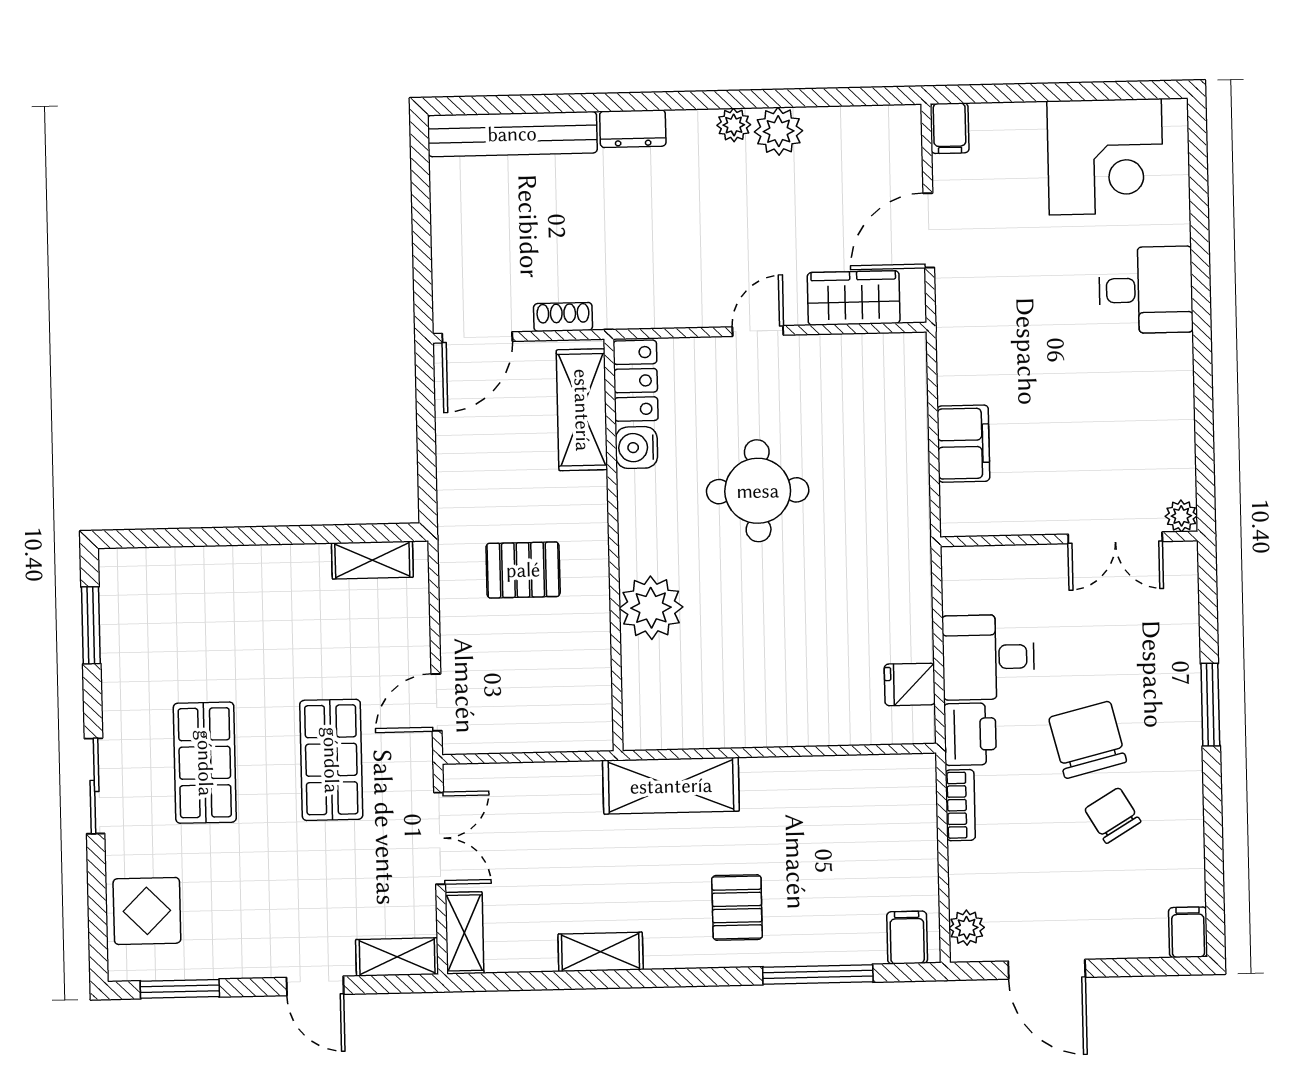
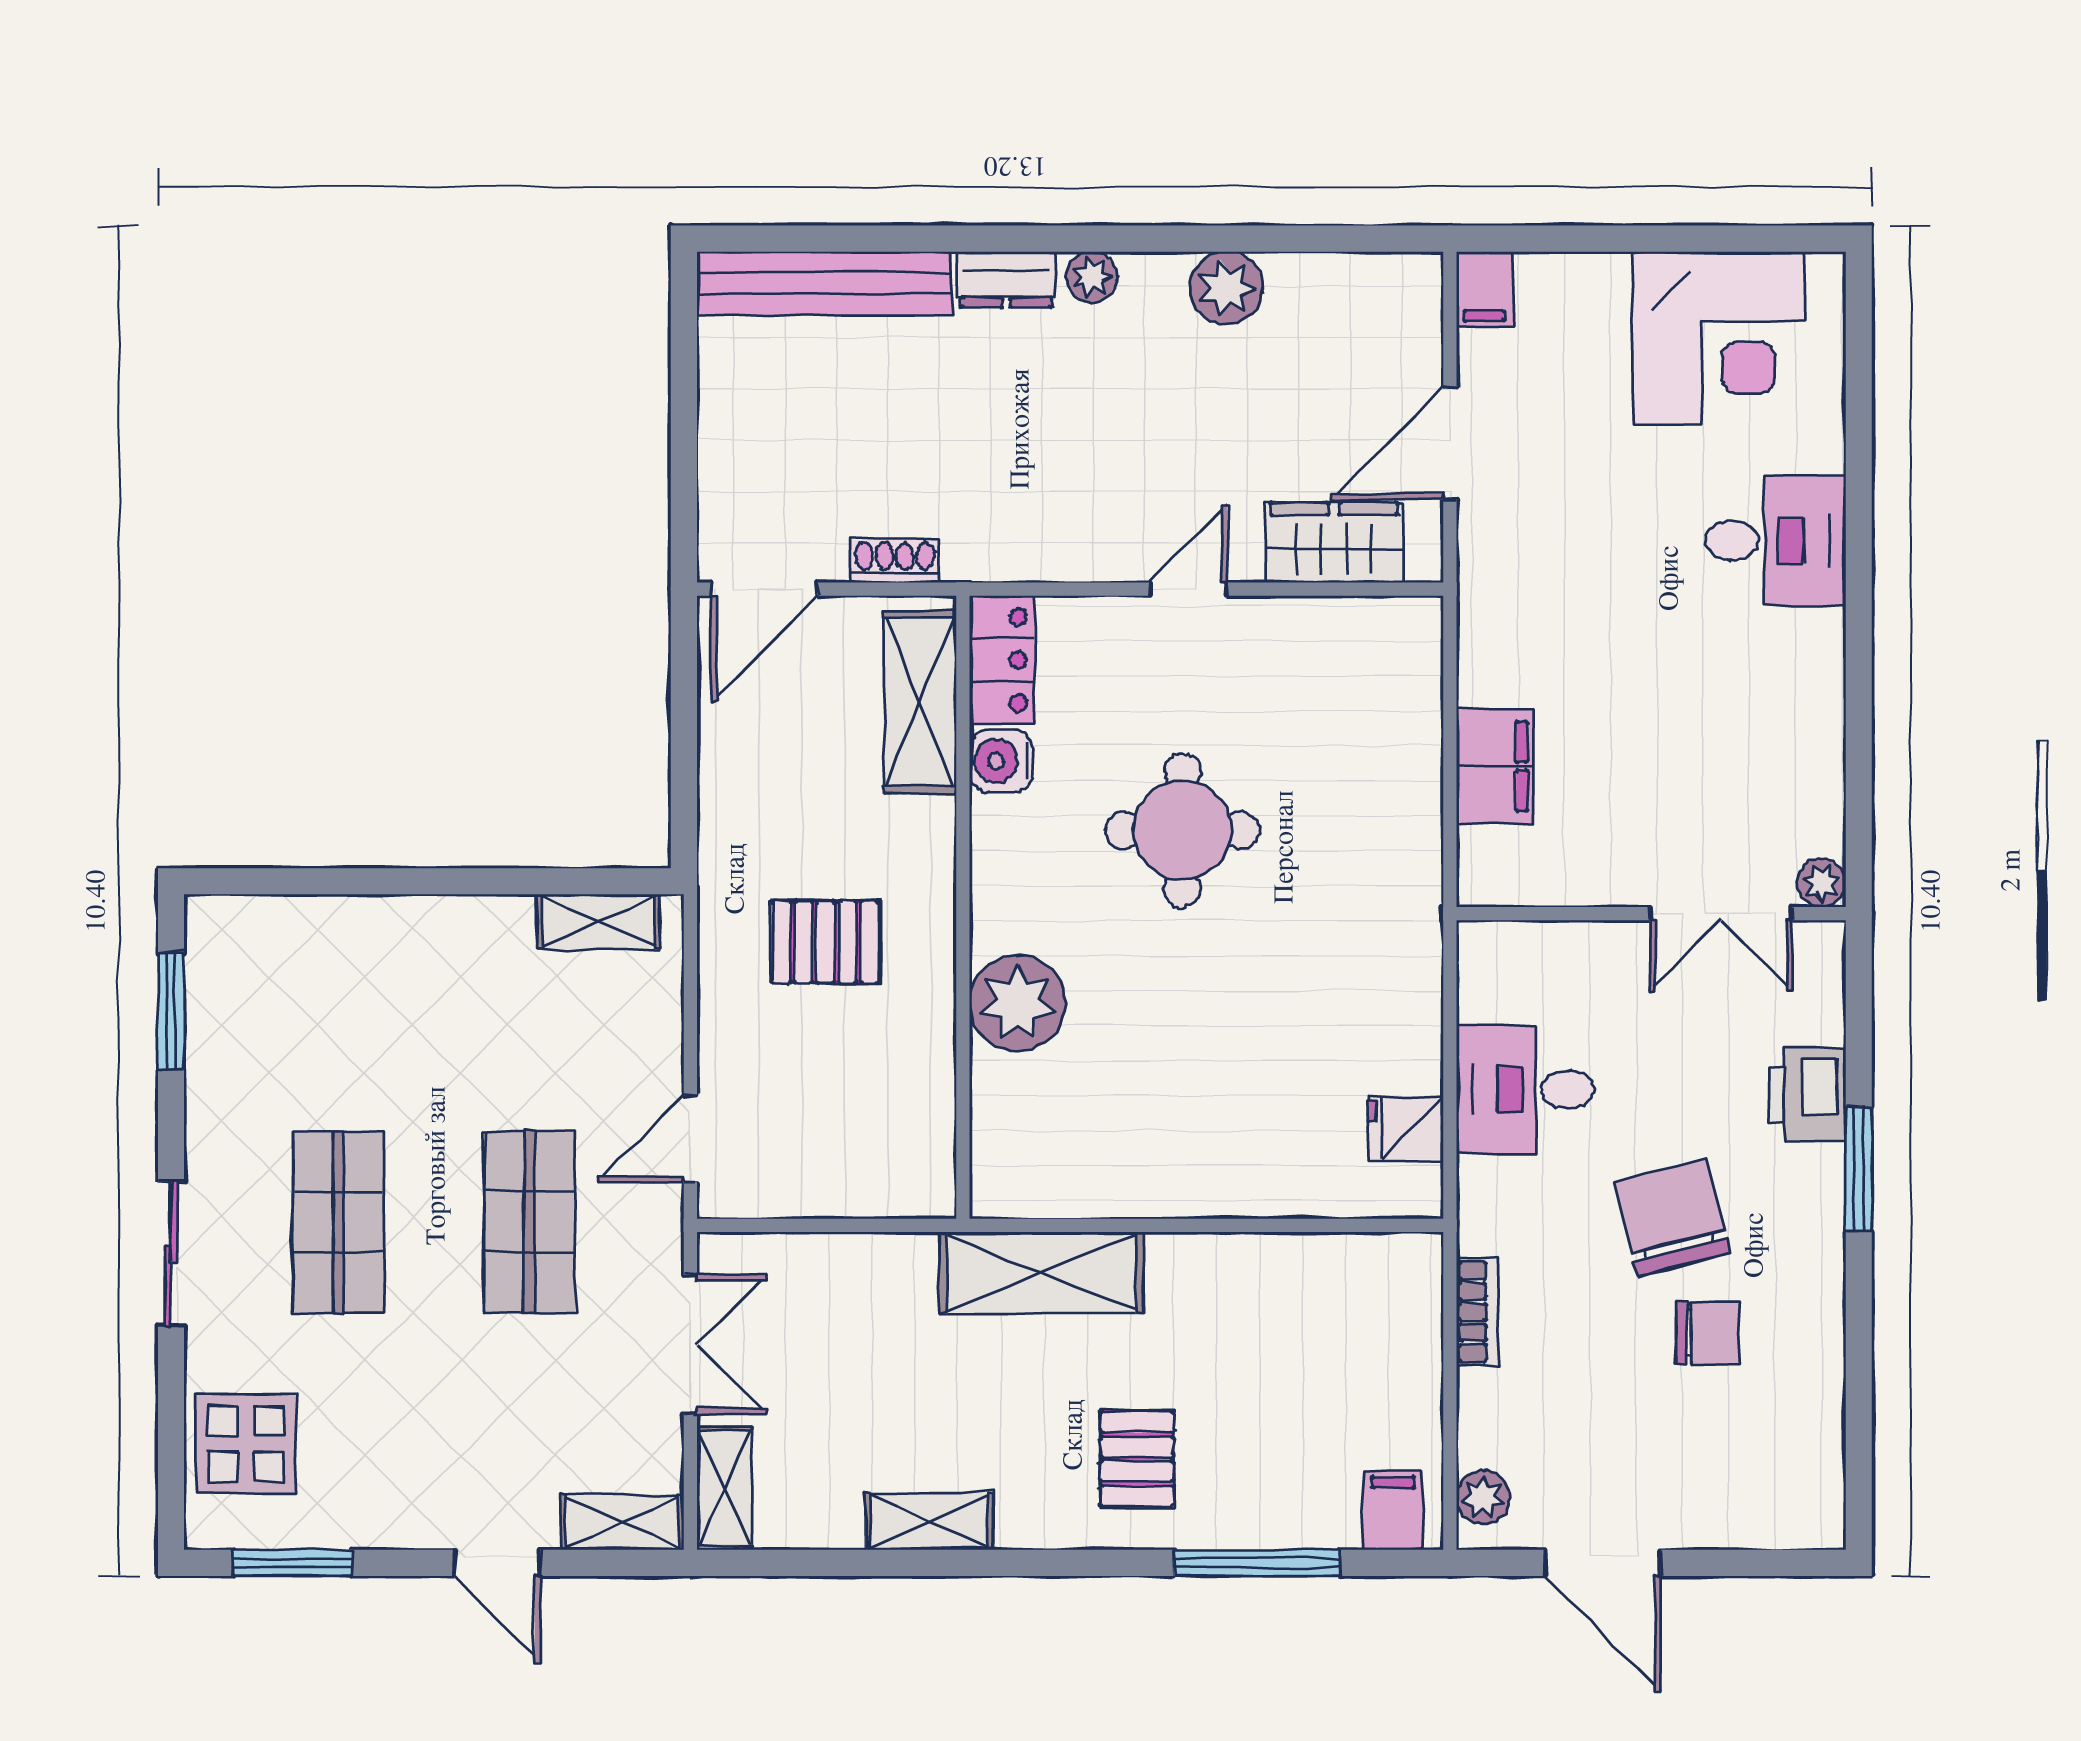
plant: (734, 125) -> (1092, 277), moved
printer: (970, 734) -> (1807, 1095), moved, turned 180
chair: (1113, 815) -> (1707, 1333), turned 121
filing cabinet: (1188, 932) -> (1817, 1512), removed

